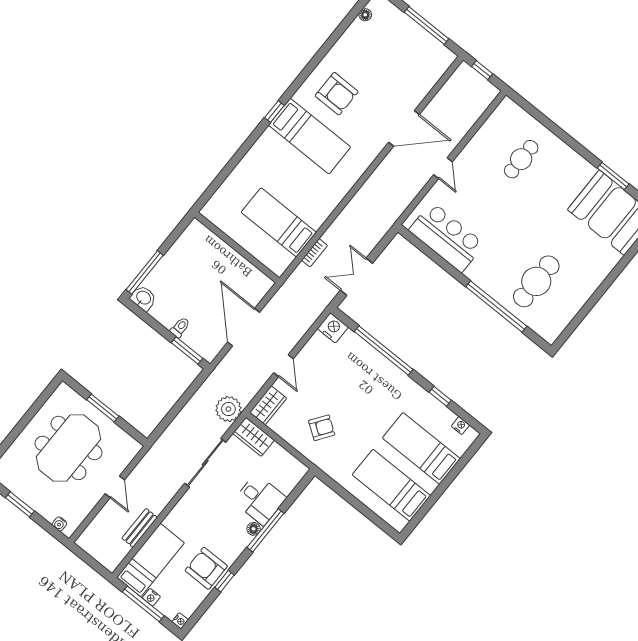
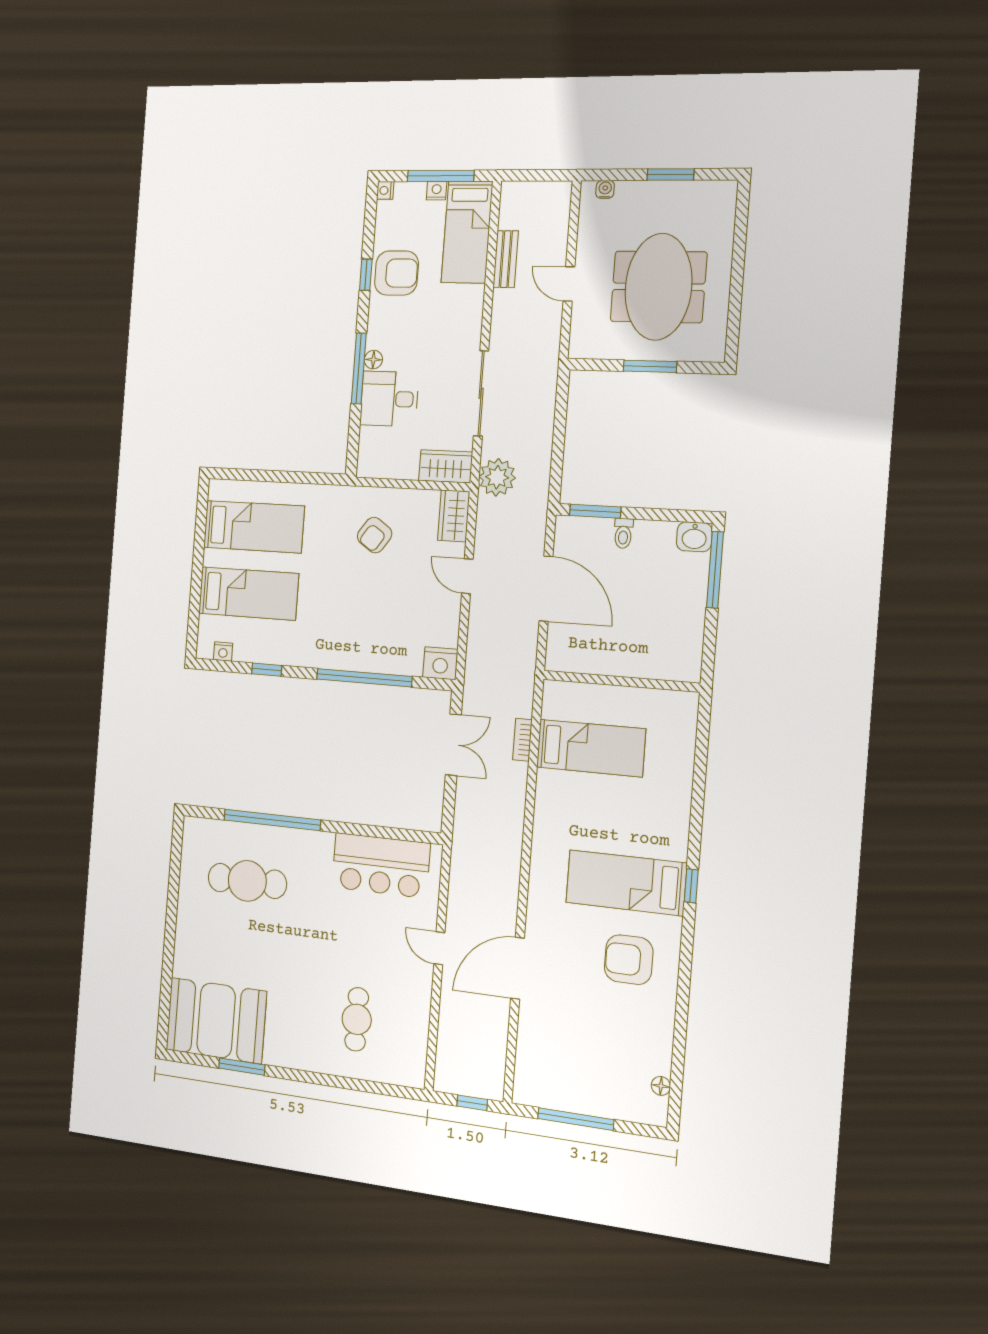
cafe table: (536, 281) -> (247, 881), turned 90

